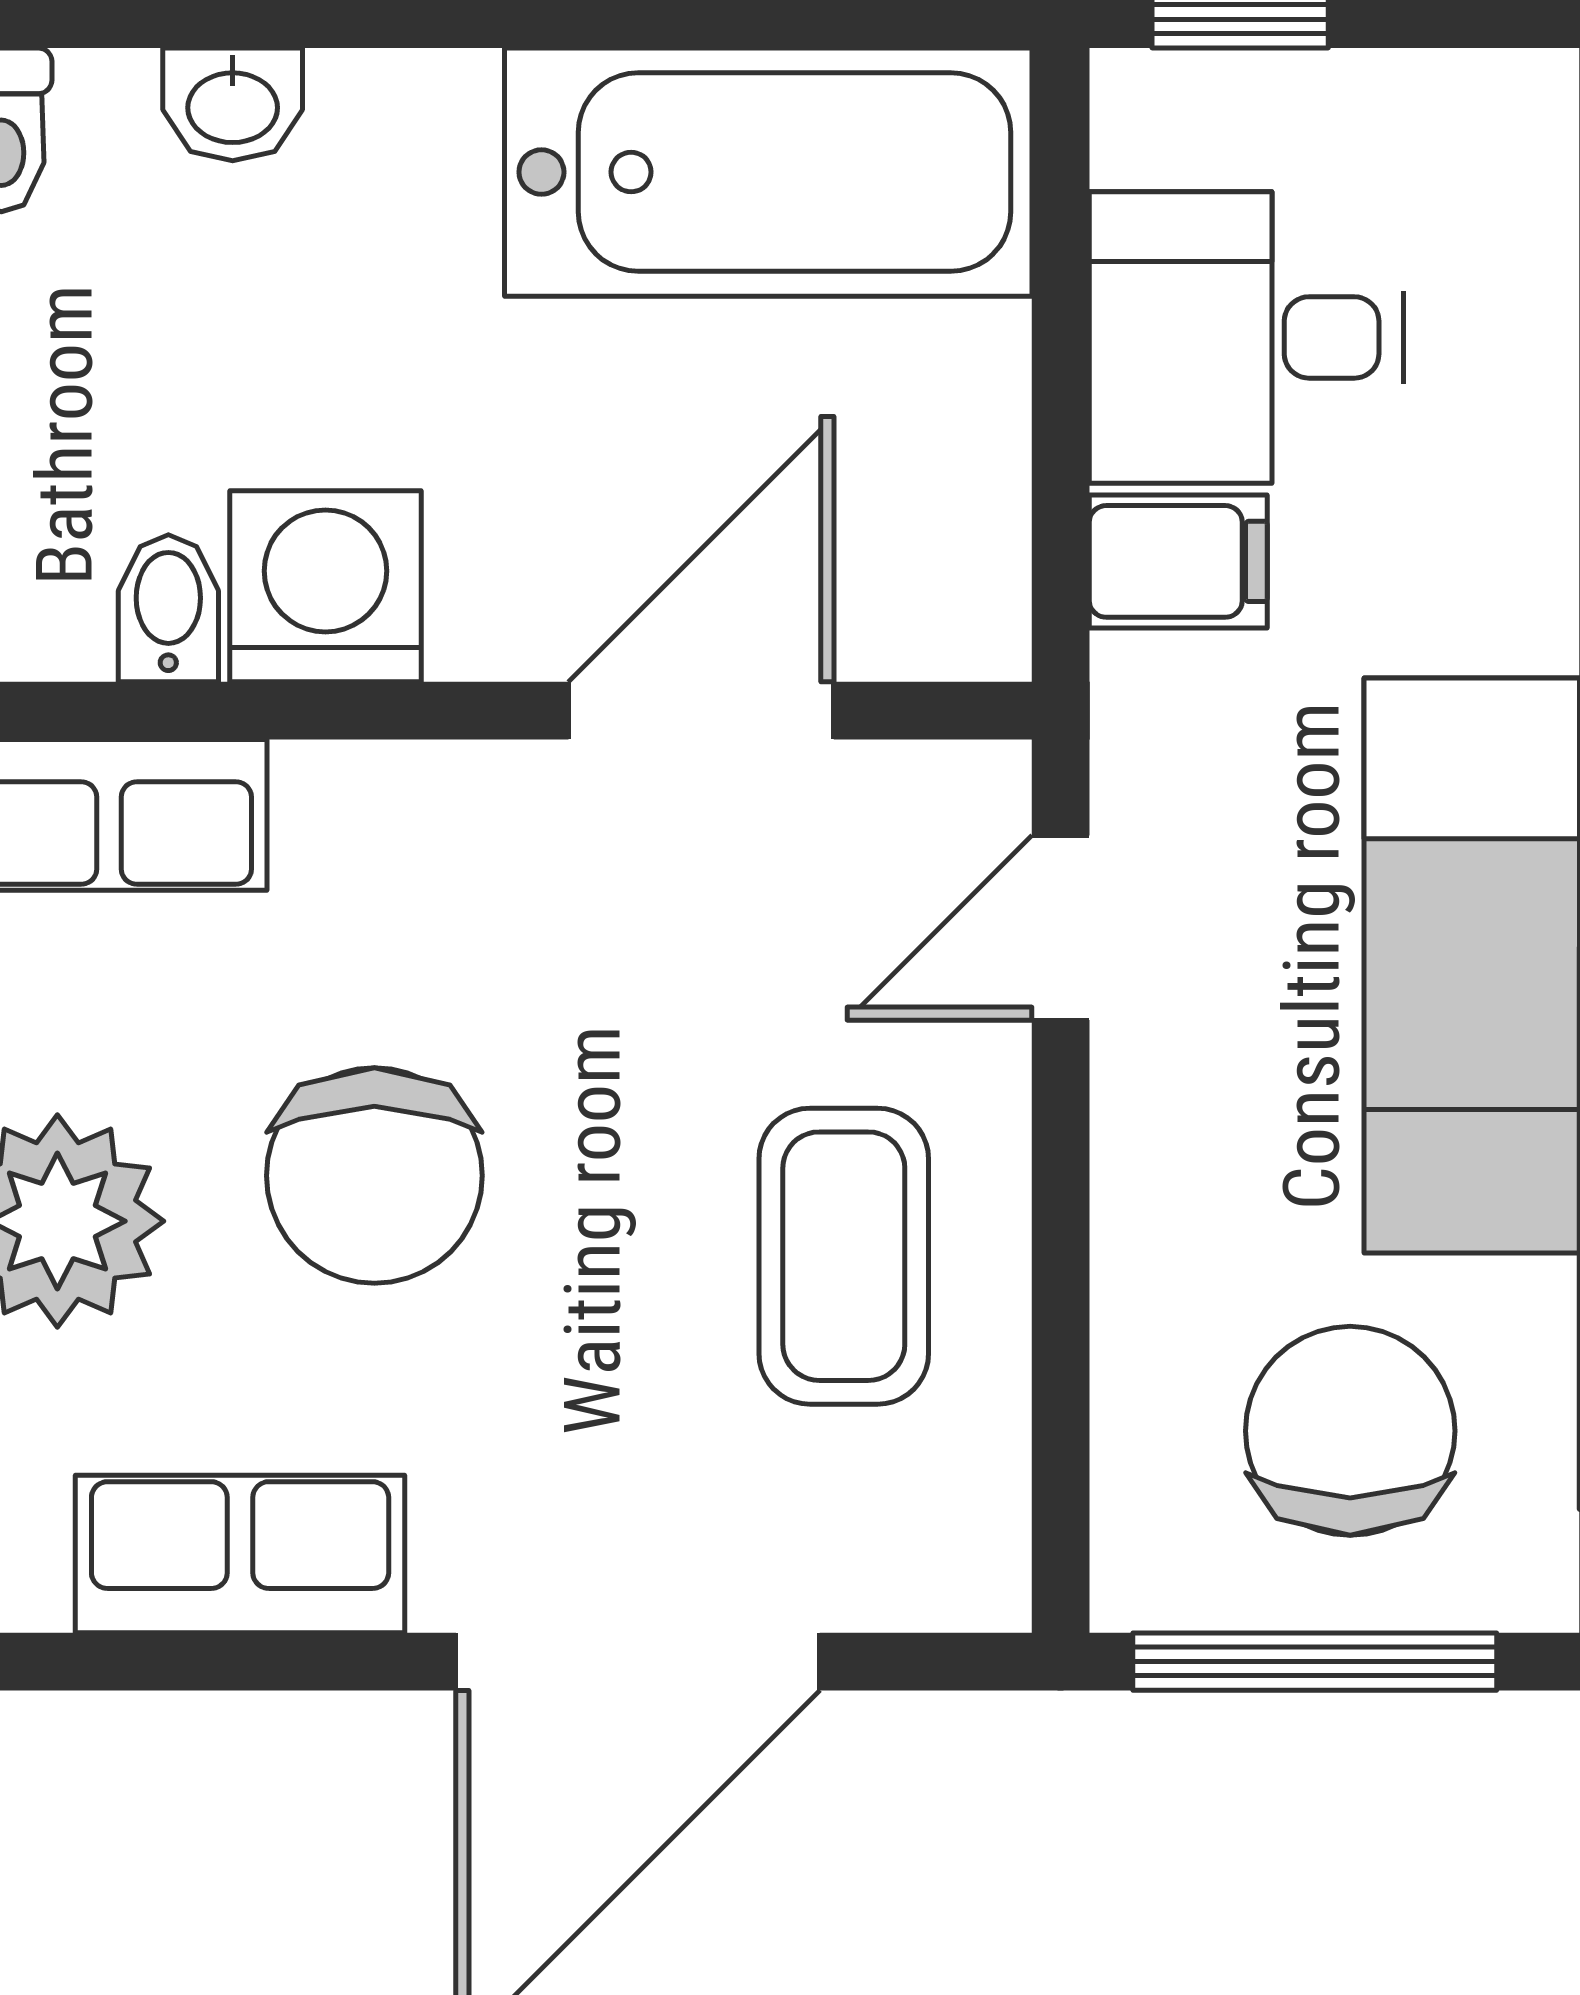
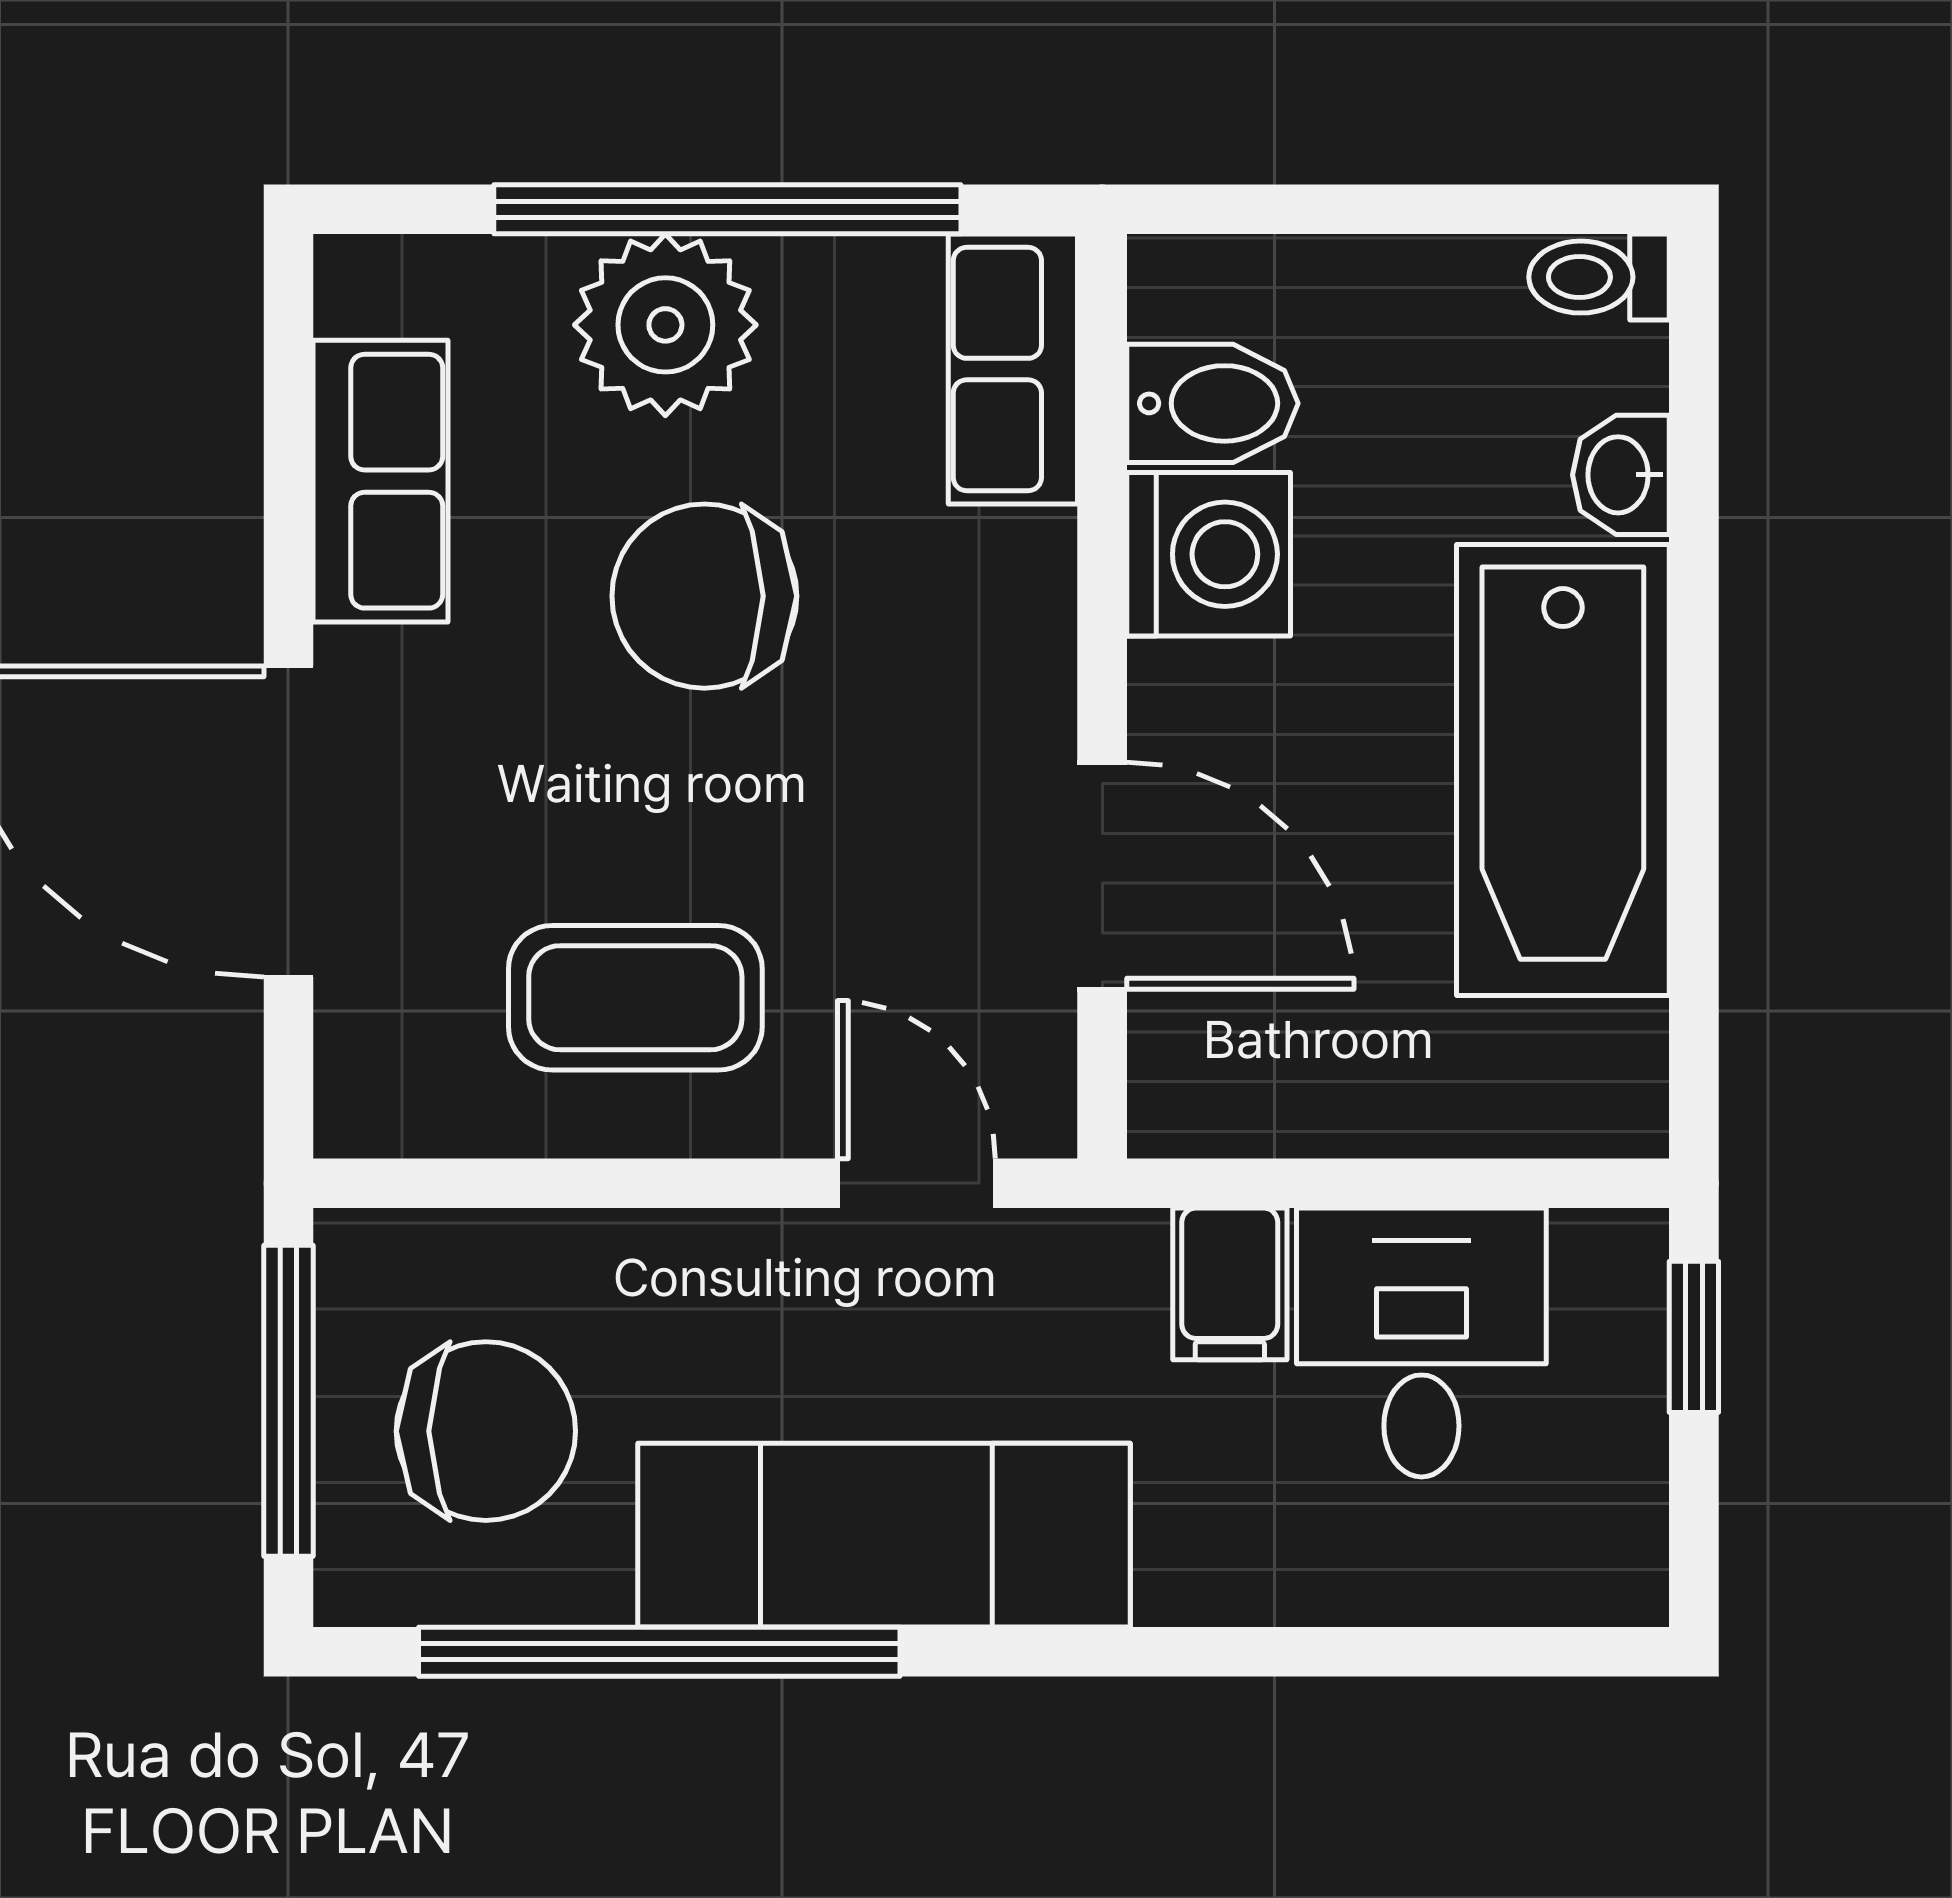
bathtub: (768, 172) -> (1563, 770), moved
bidet: (168, 608) -> (1212, 403), width x1.38, depth x1.36

